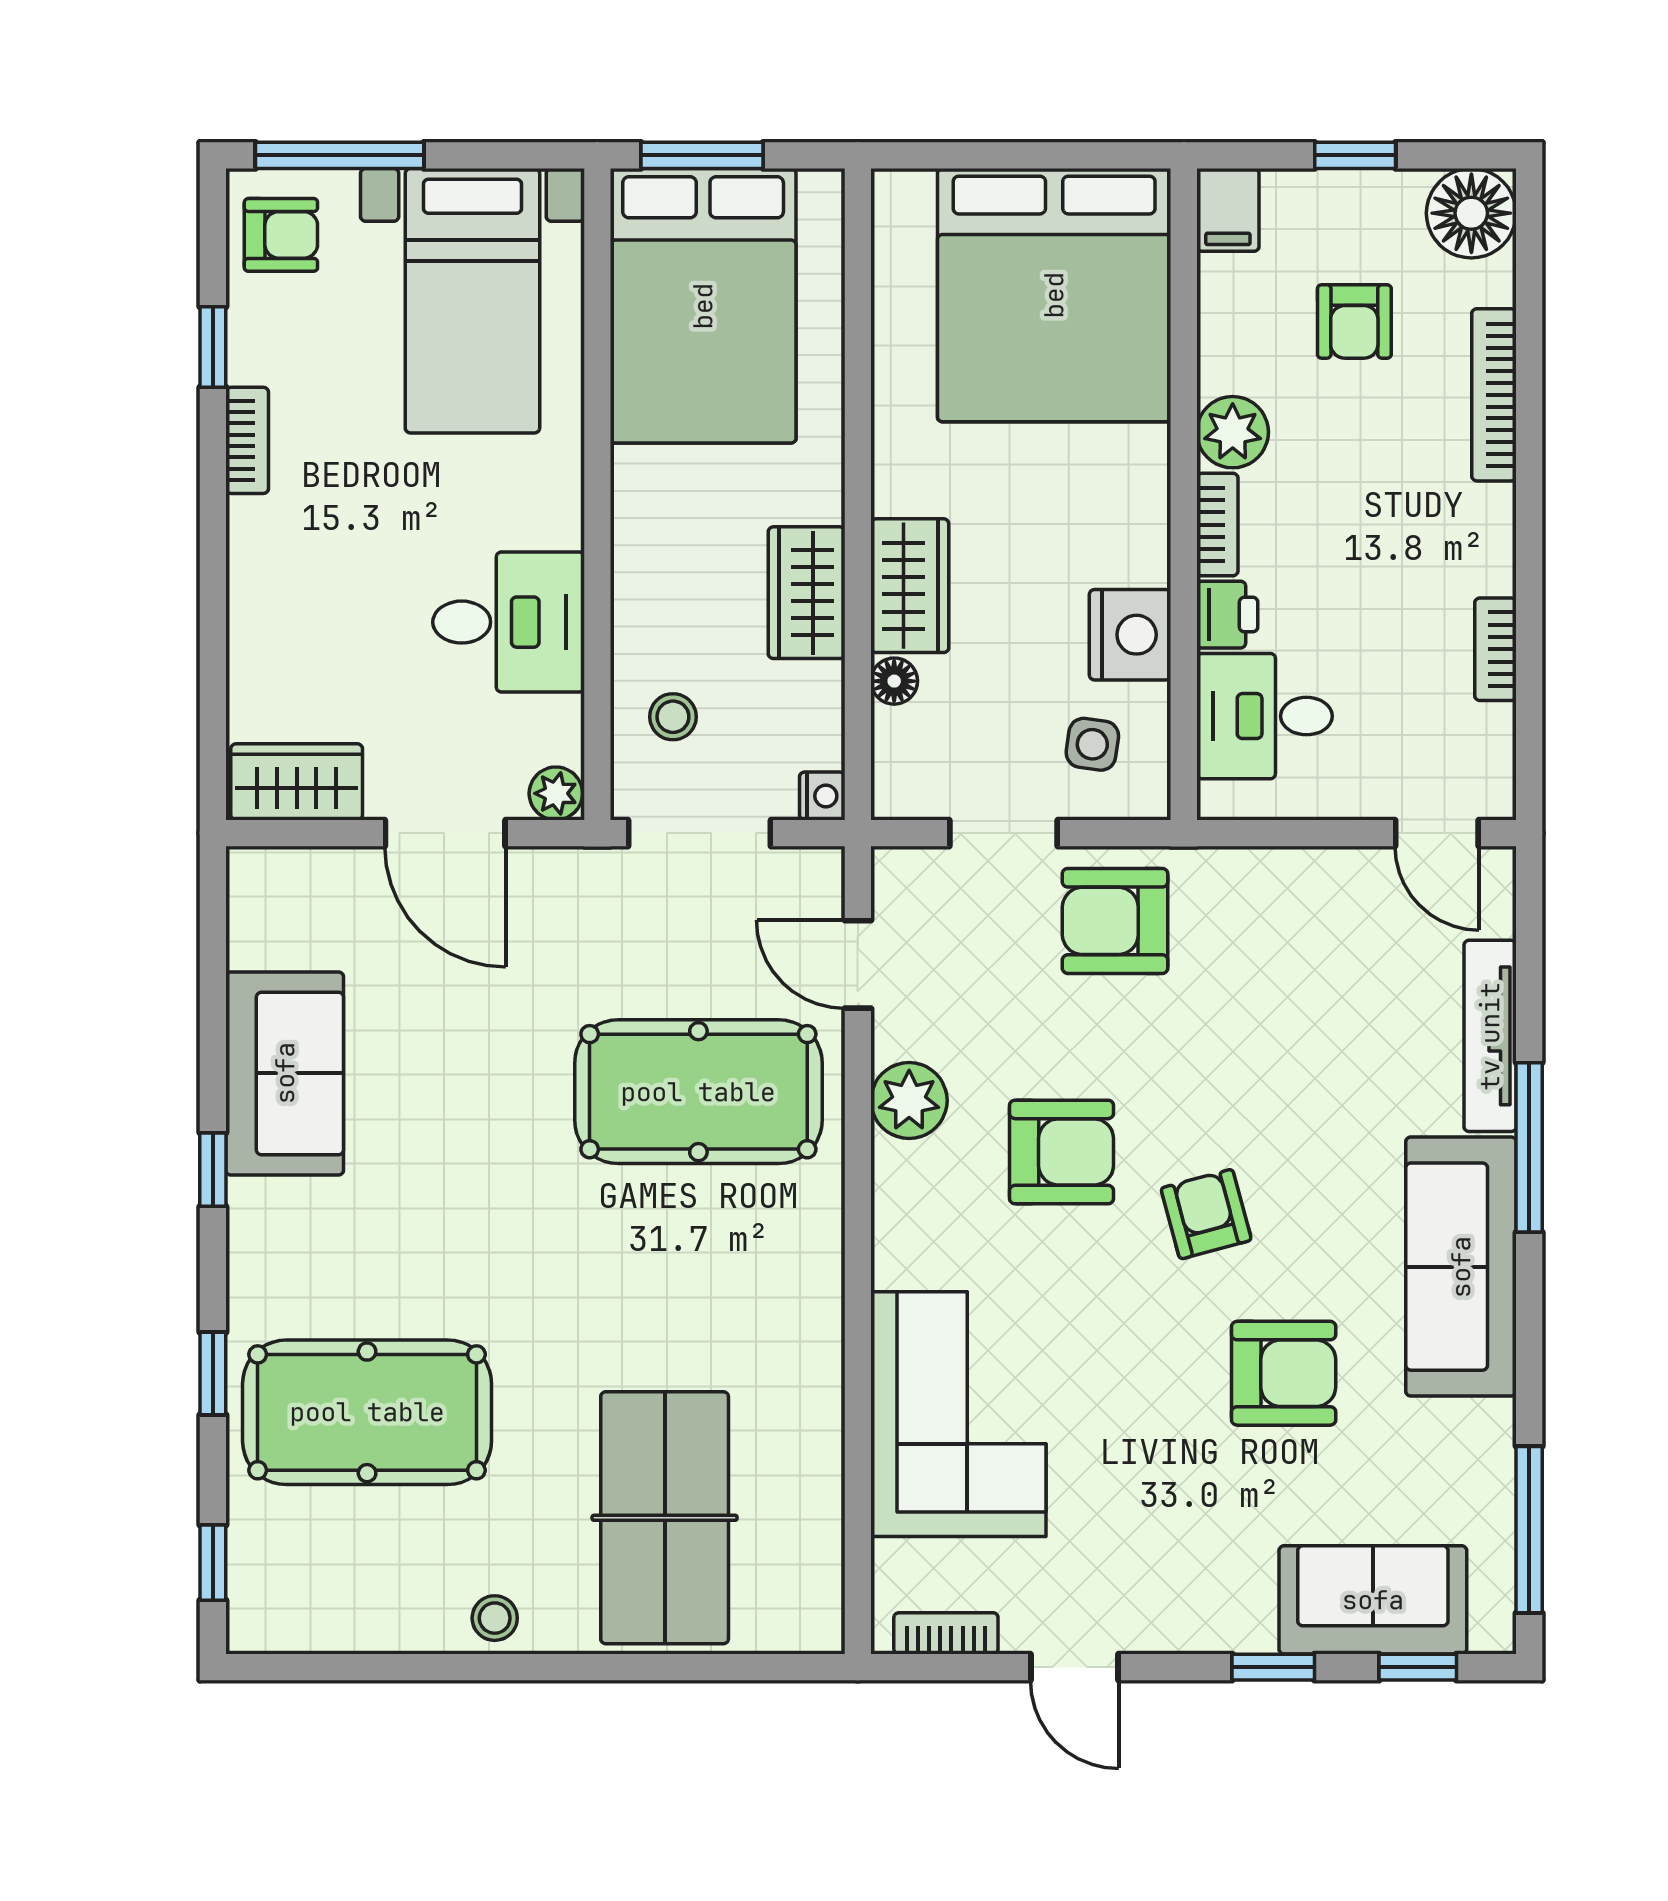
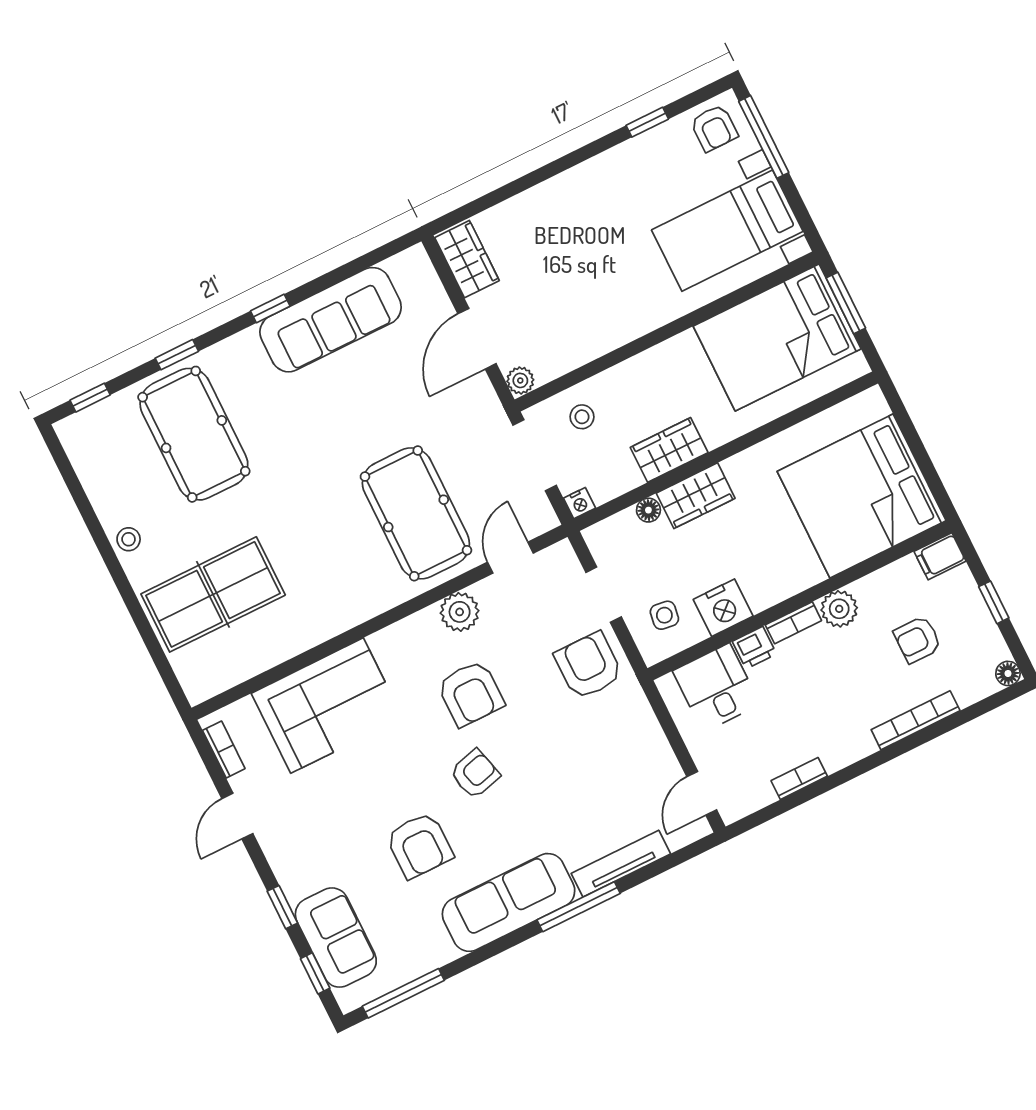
floor lamp: (1471, 213) -> (1008, 673), width x0.53, depth x0.53
bookcase: (247, 440) -> (612, 159), removed
desk: (509, 622) -> (588, 320), removed
sofa: (285, 1073) -> (331, 320), width x1.36

